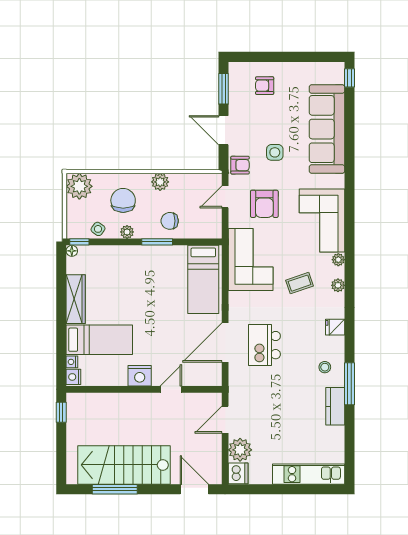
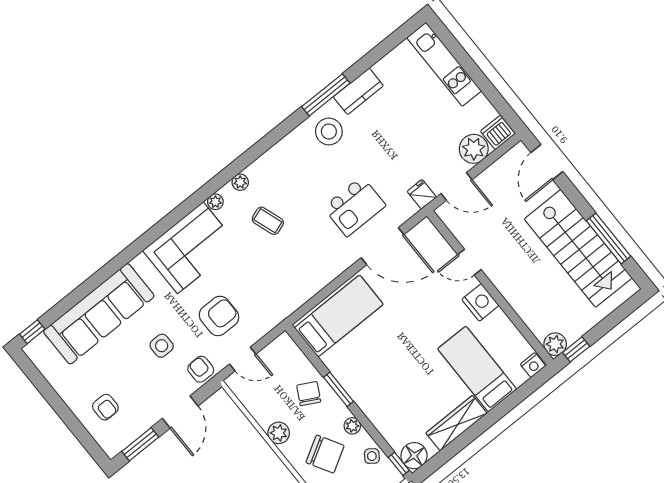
chair: (123, 200) -> (325, 454), turned -120
chair: (170, 221) -> (309, 394), turned -152
floor lamp: (72, 251) -> (414, 456), width x1.89, depth x1.89
corner sofa: (251, 260) -> (283, 286), removed
fridge: (335, 327) -> (422, 194), moved, turned 180
nightstand: (72, 362) -> (520, 378), removed
stool: (325, 367) -> (329, 131), width x1.89, depth x1.89
plant: (75, 402) -> (555, 344), added

